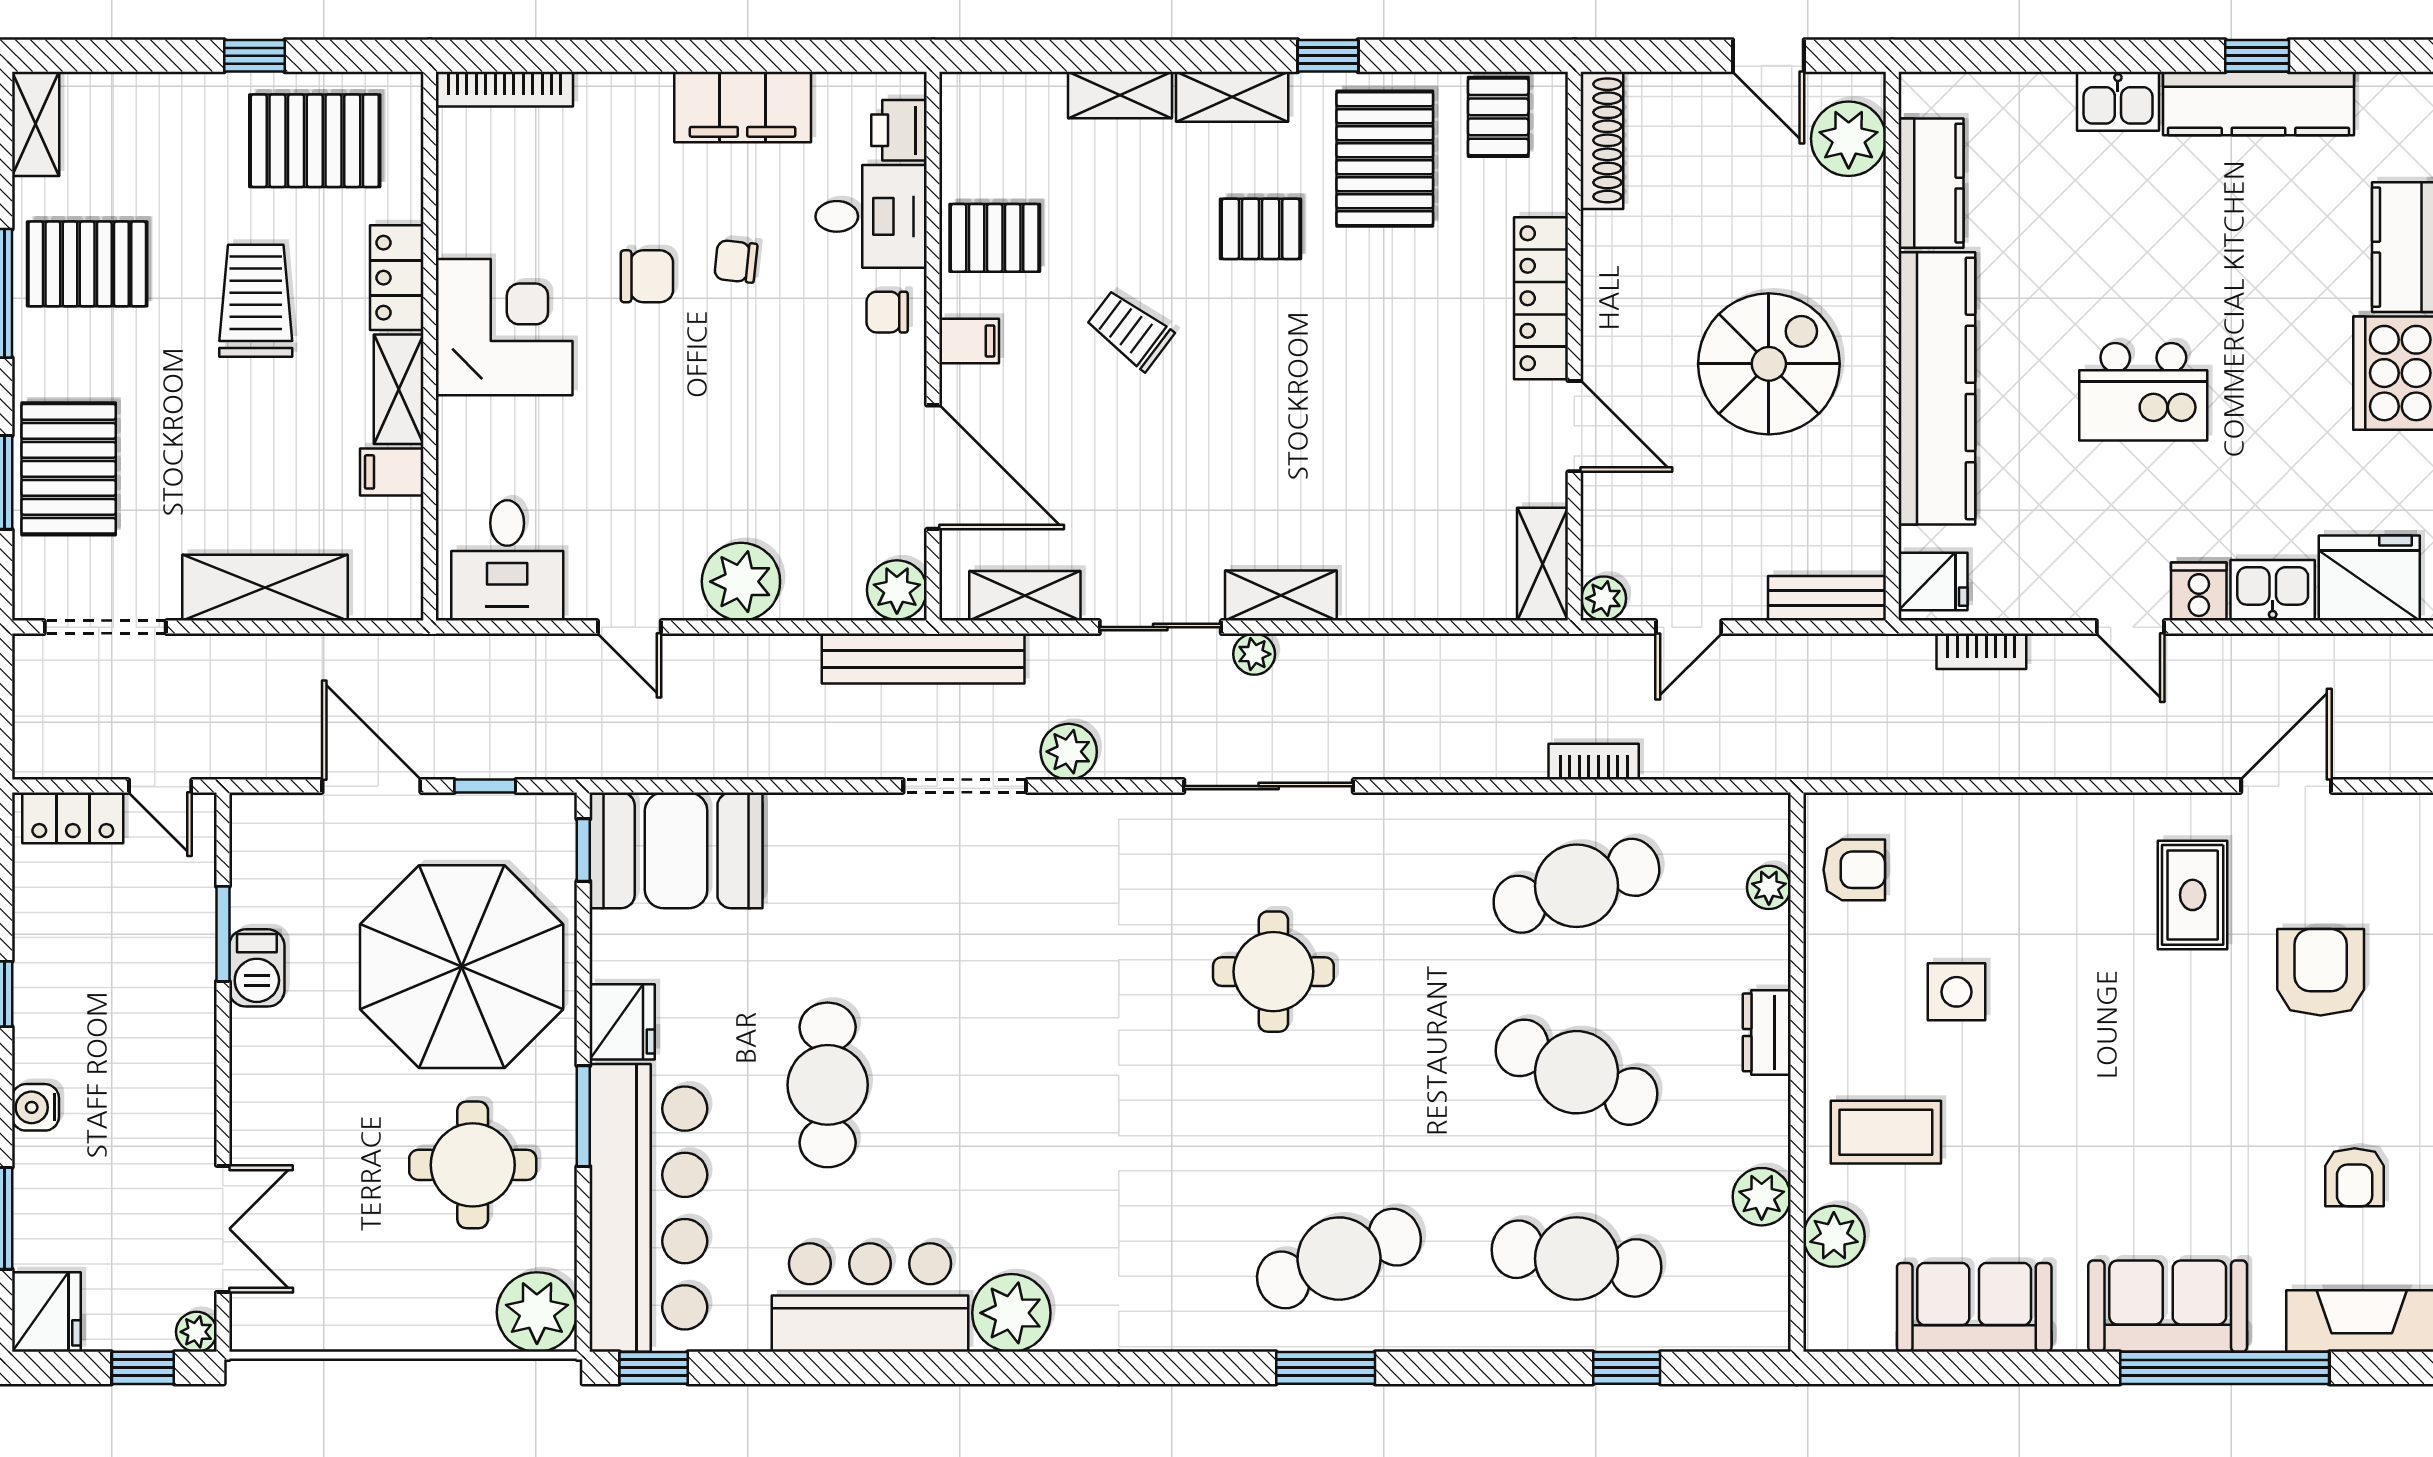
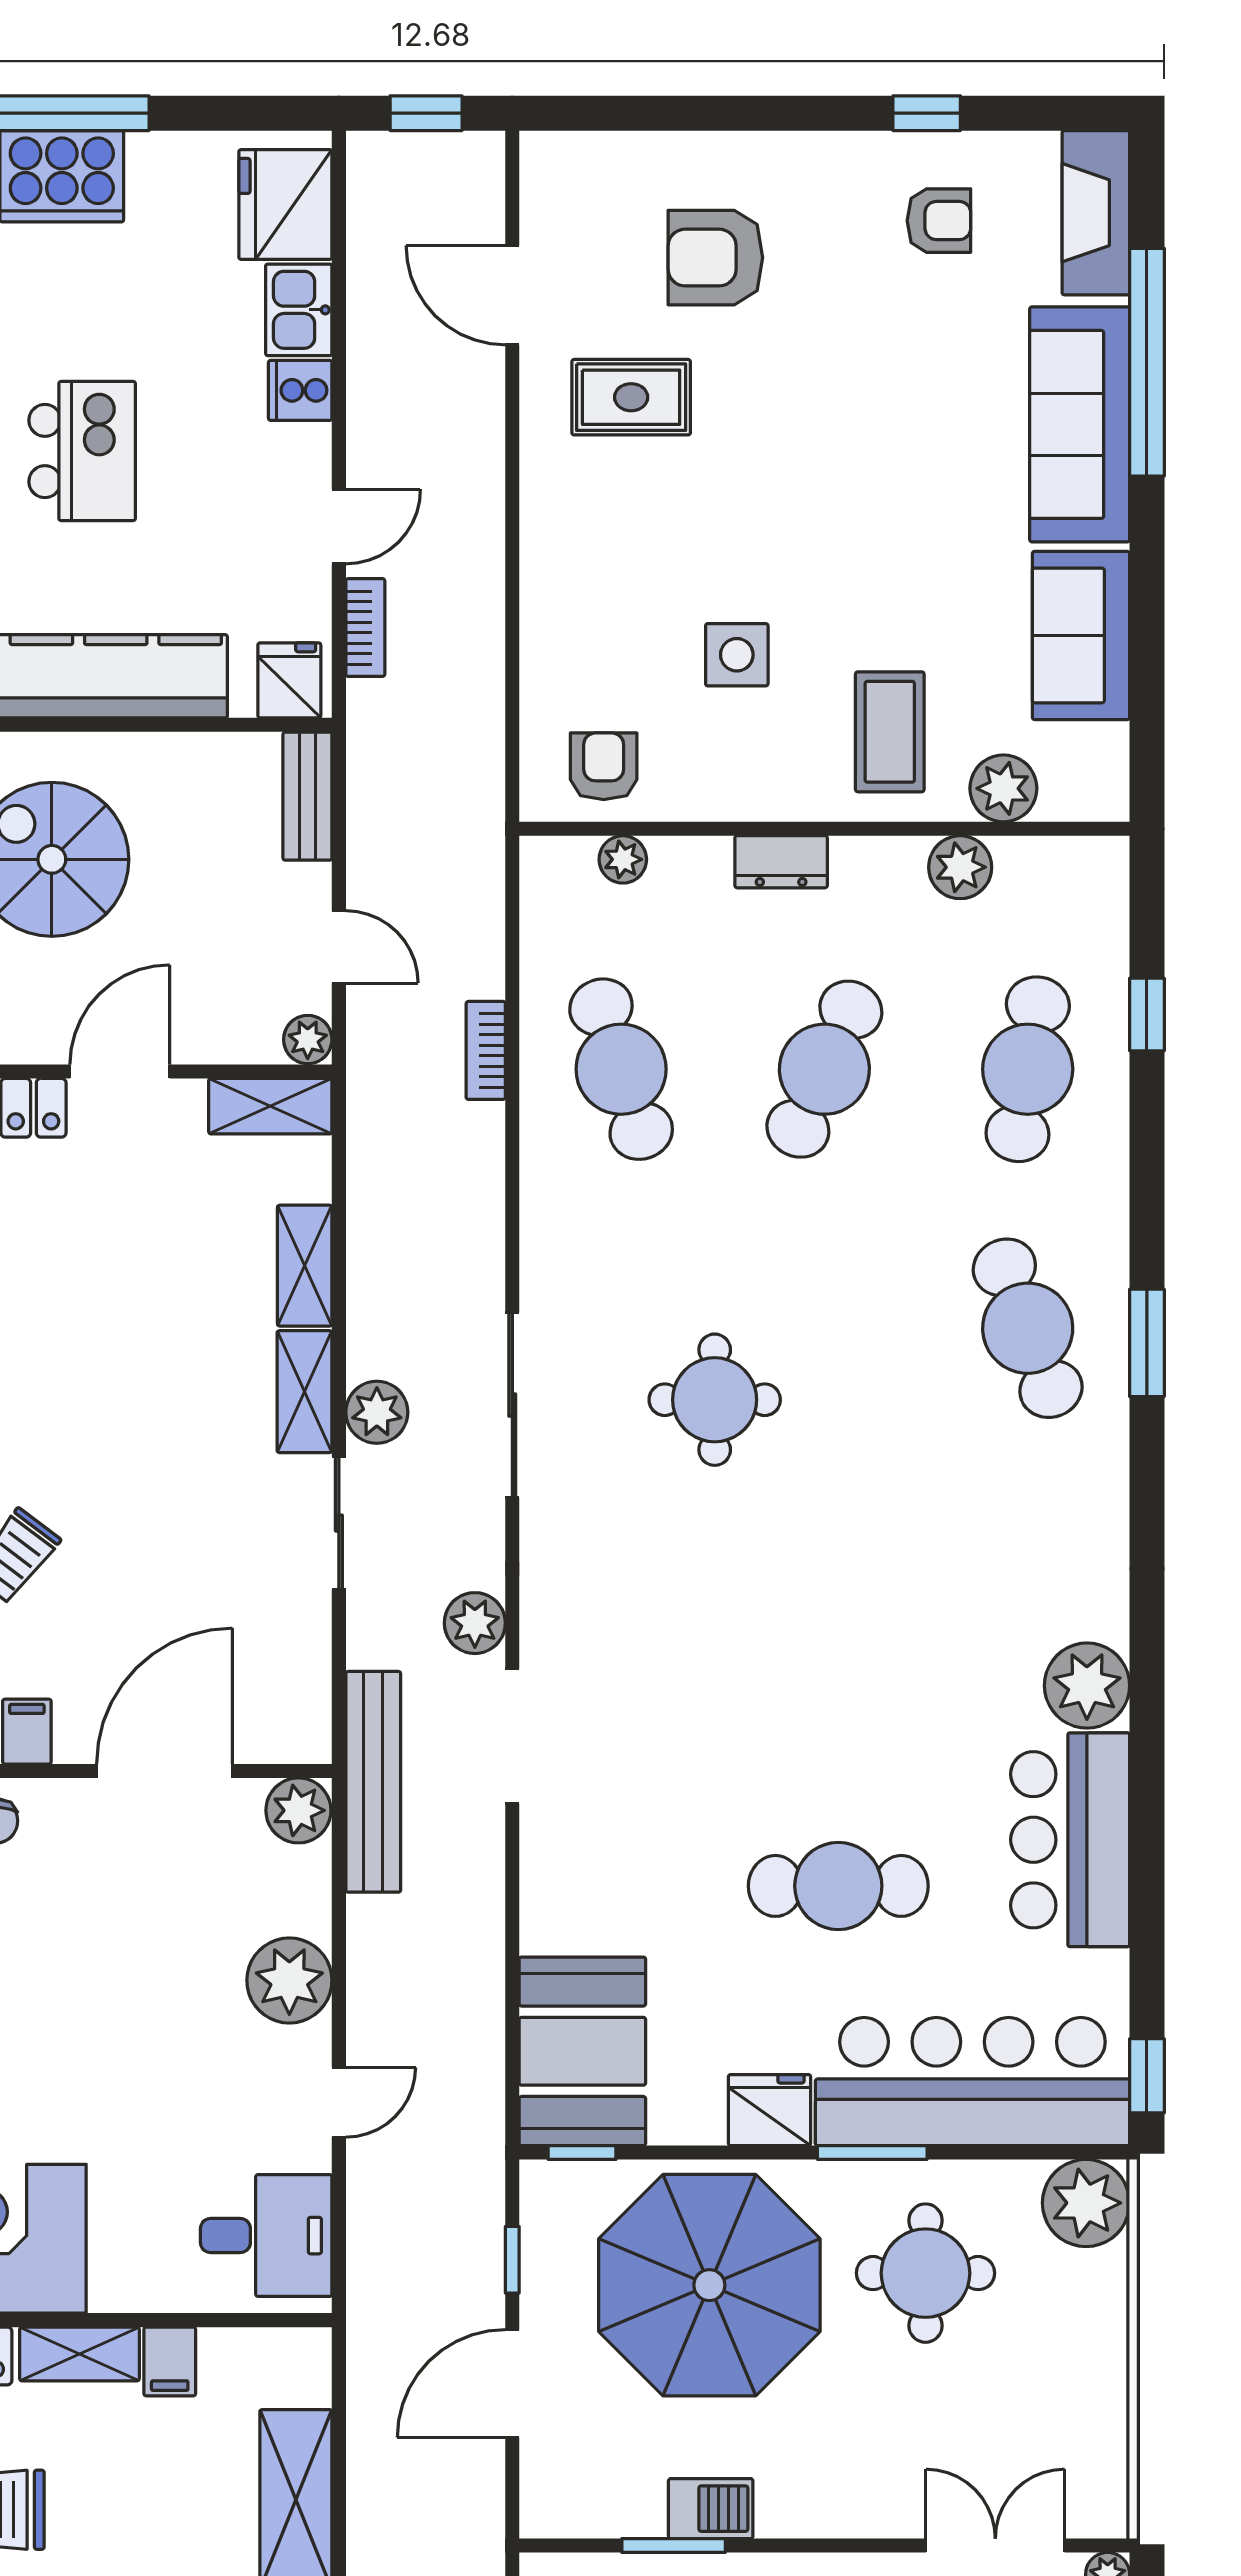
shelving: (1025, 596) -> (305, 1266), moved
door: (2130, 627) -> (339, 527), moved
plant: (1254, 654) -> (377, 1412), width x1.38, depth x1.38
sofa: (2168, 1306) -> (1080, 424), width x1.36

